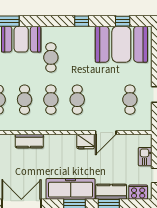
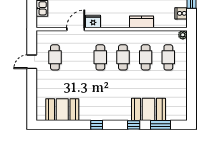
window: (123, 21) -> (134, 125), moved
booth: (121, 44) -> (62, 110), width x0.73, depth x0.70
cafe table: (51, 57) -> (123, 94), removed

